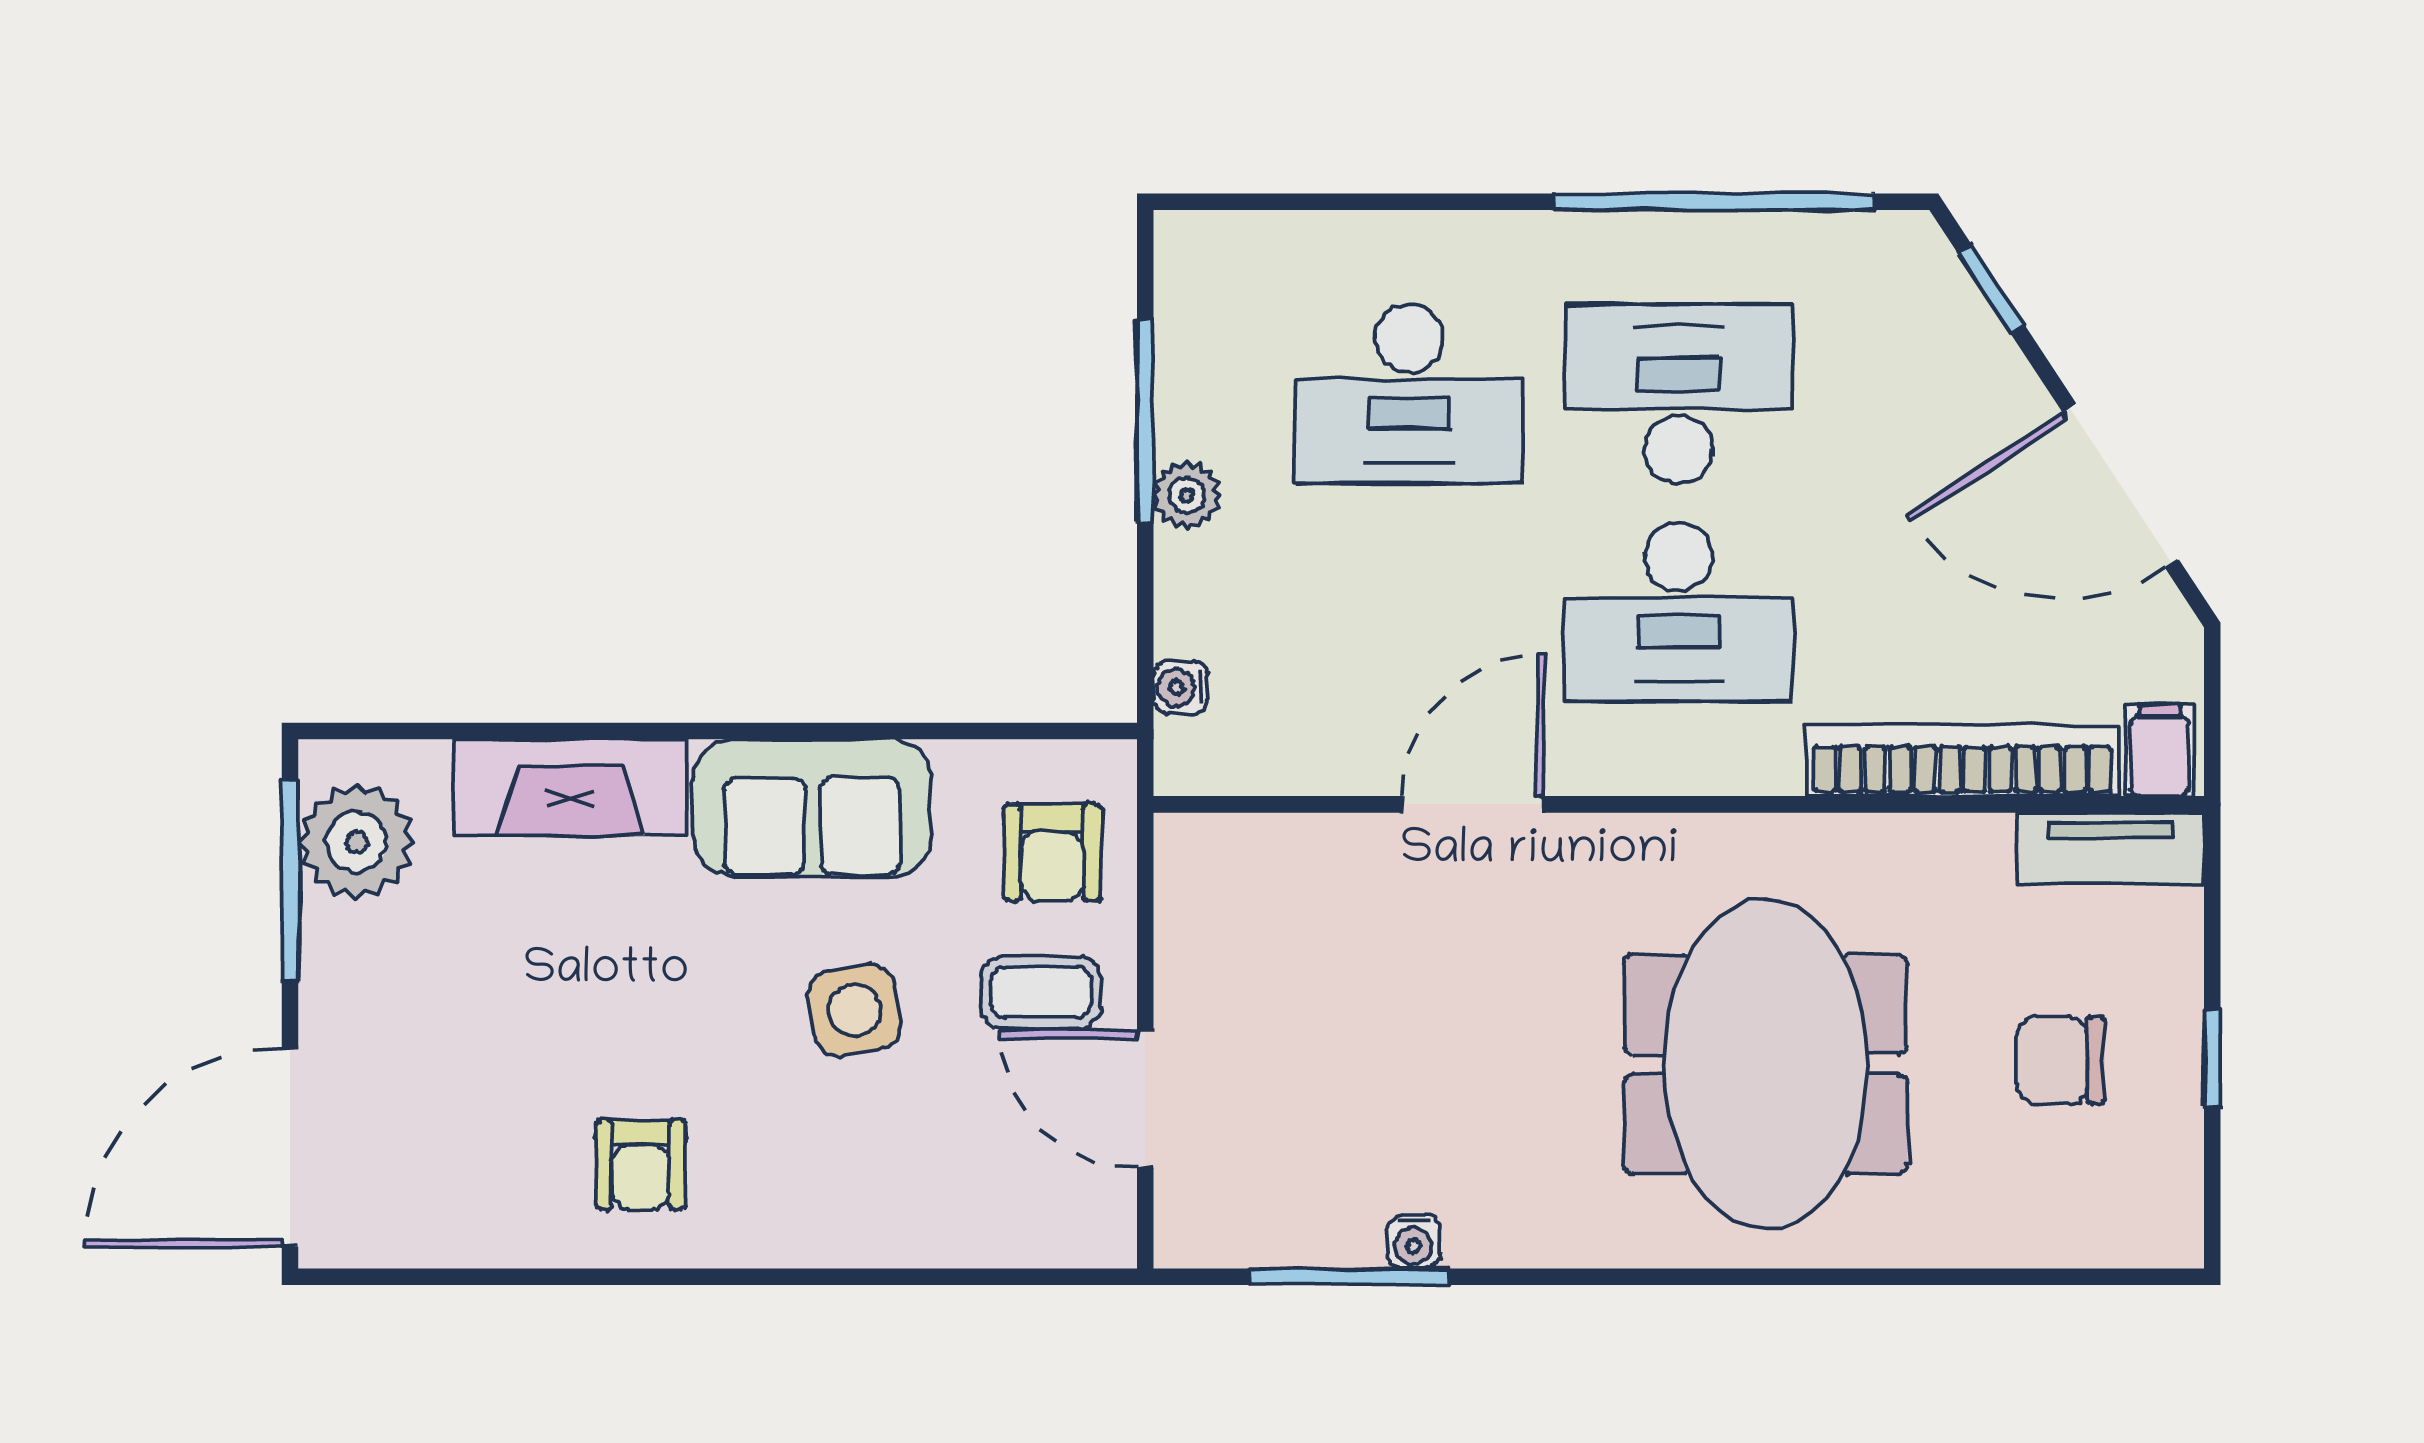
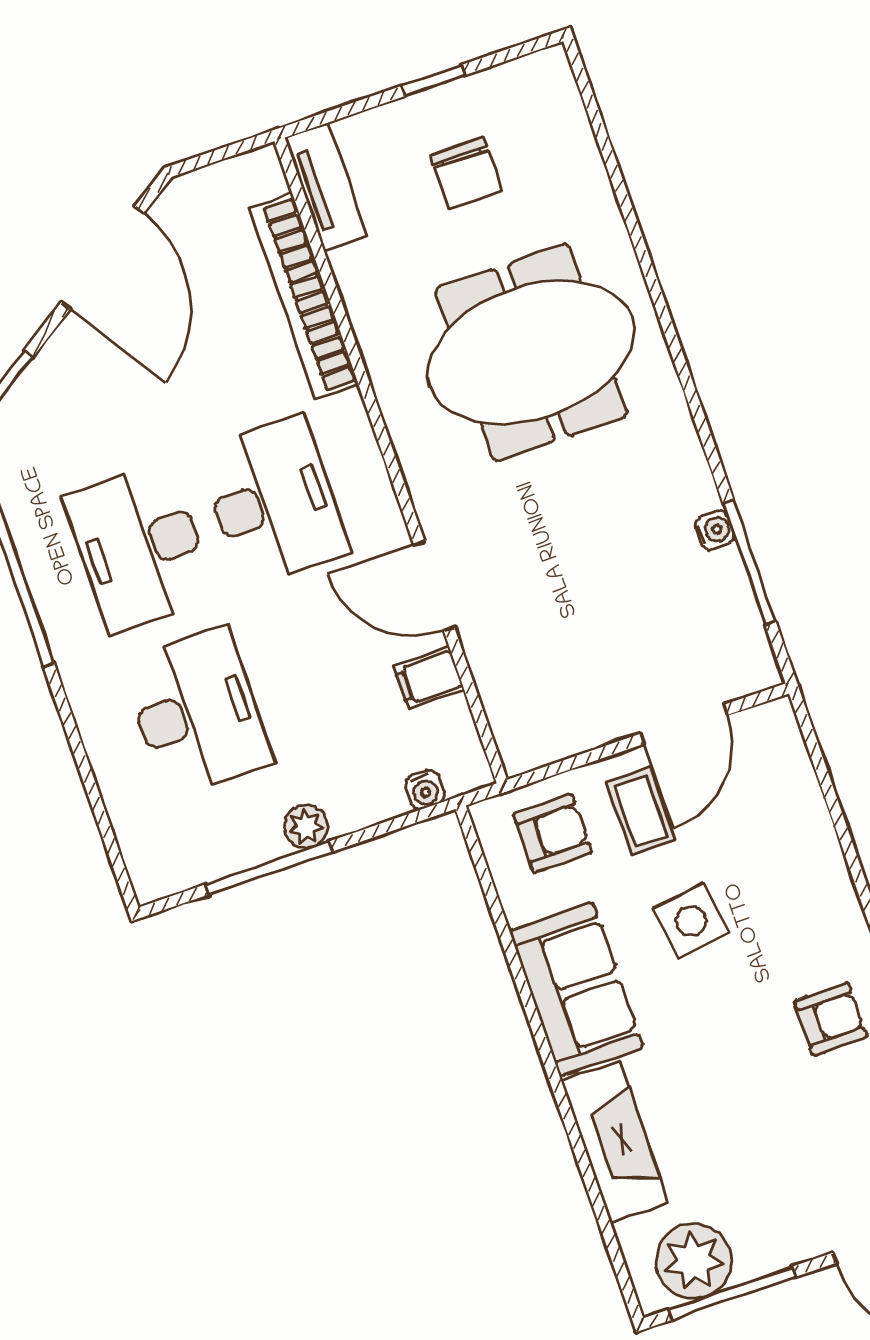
filing cabinet: (2160, 750) -> (429, 678), moved

